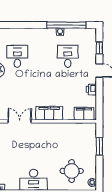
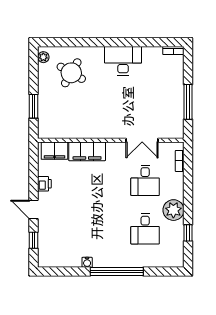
window: (66, 25) -> (117, 271), moved
desk: (68, 56) -> (145, 180), moved
filing cabinet: (49, 113) -> (87, 151), moved
round table: (72, 171) -> (71, 73), turned 30

